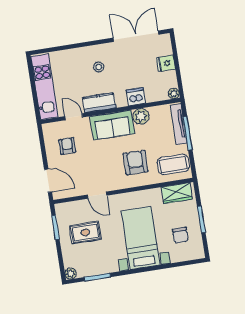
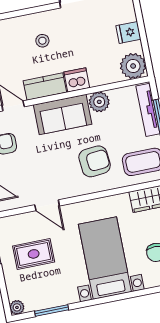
plant: (174, 93) -> (133, 66), width x1.87, depth x1.87
dishwasher: (136, 97) -> (77, 80), moved
armchair: (135, 162) -> (95, 161), turned 85

